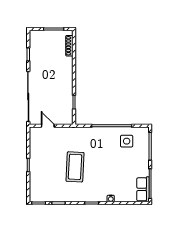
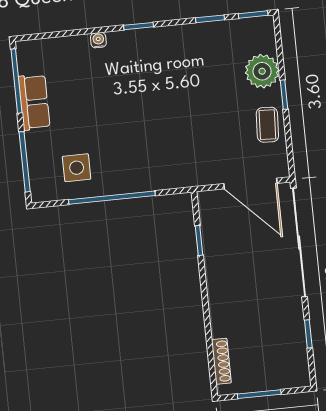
door: (48, 126) -> (250, 183), width x1.88
coffee table: (75, 167) -> (267, 125), moved, width x0.54, depth x0.58
plant: (37, 177) -> (262, 71), added
row of seats: (143, 189) -> (34, 102), moved

